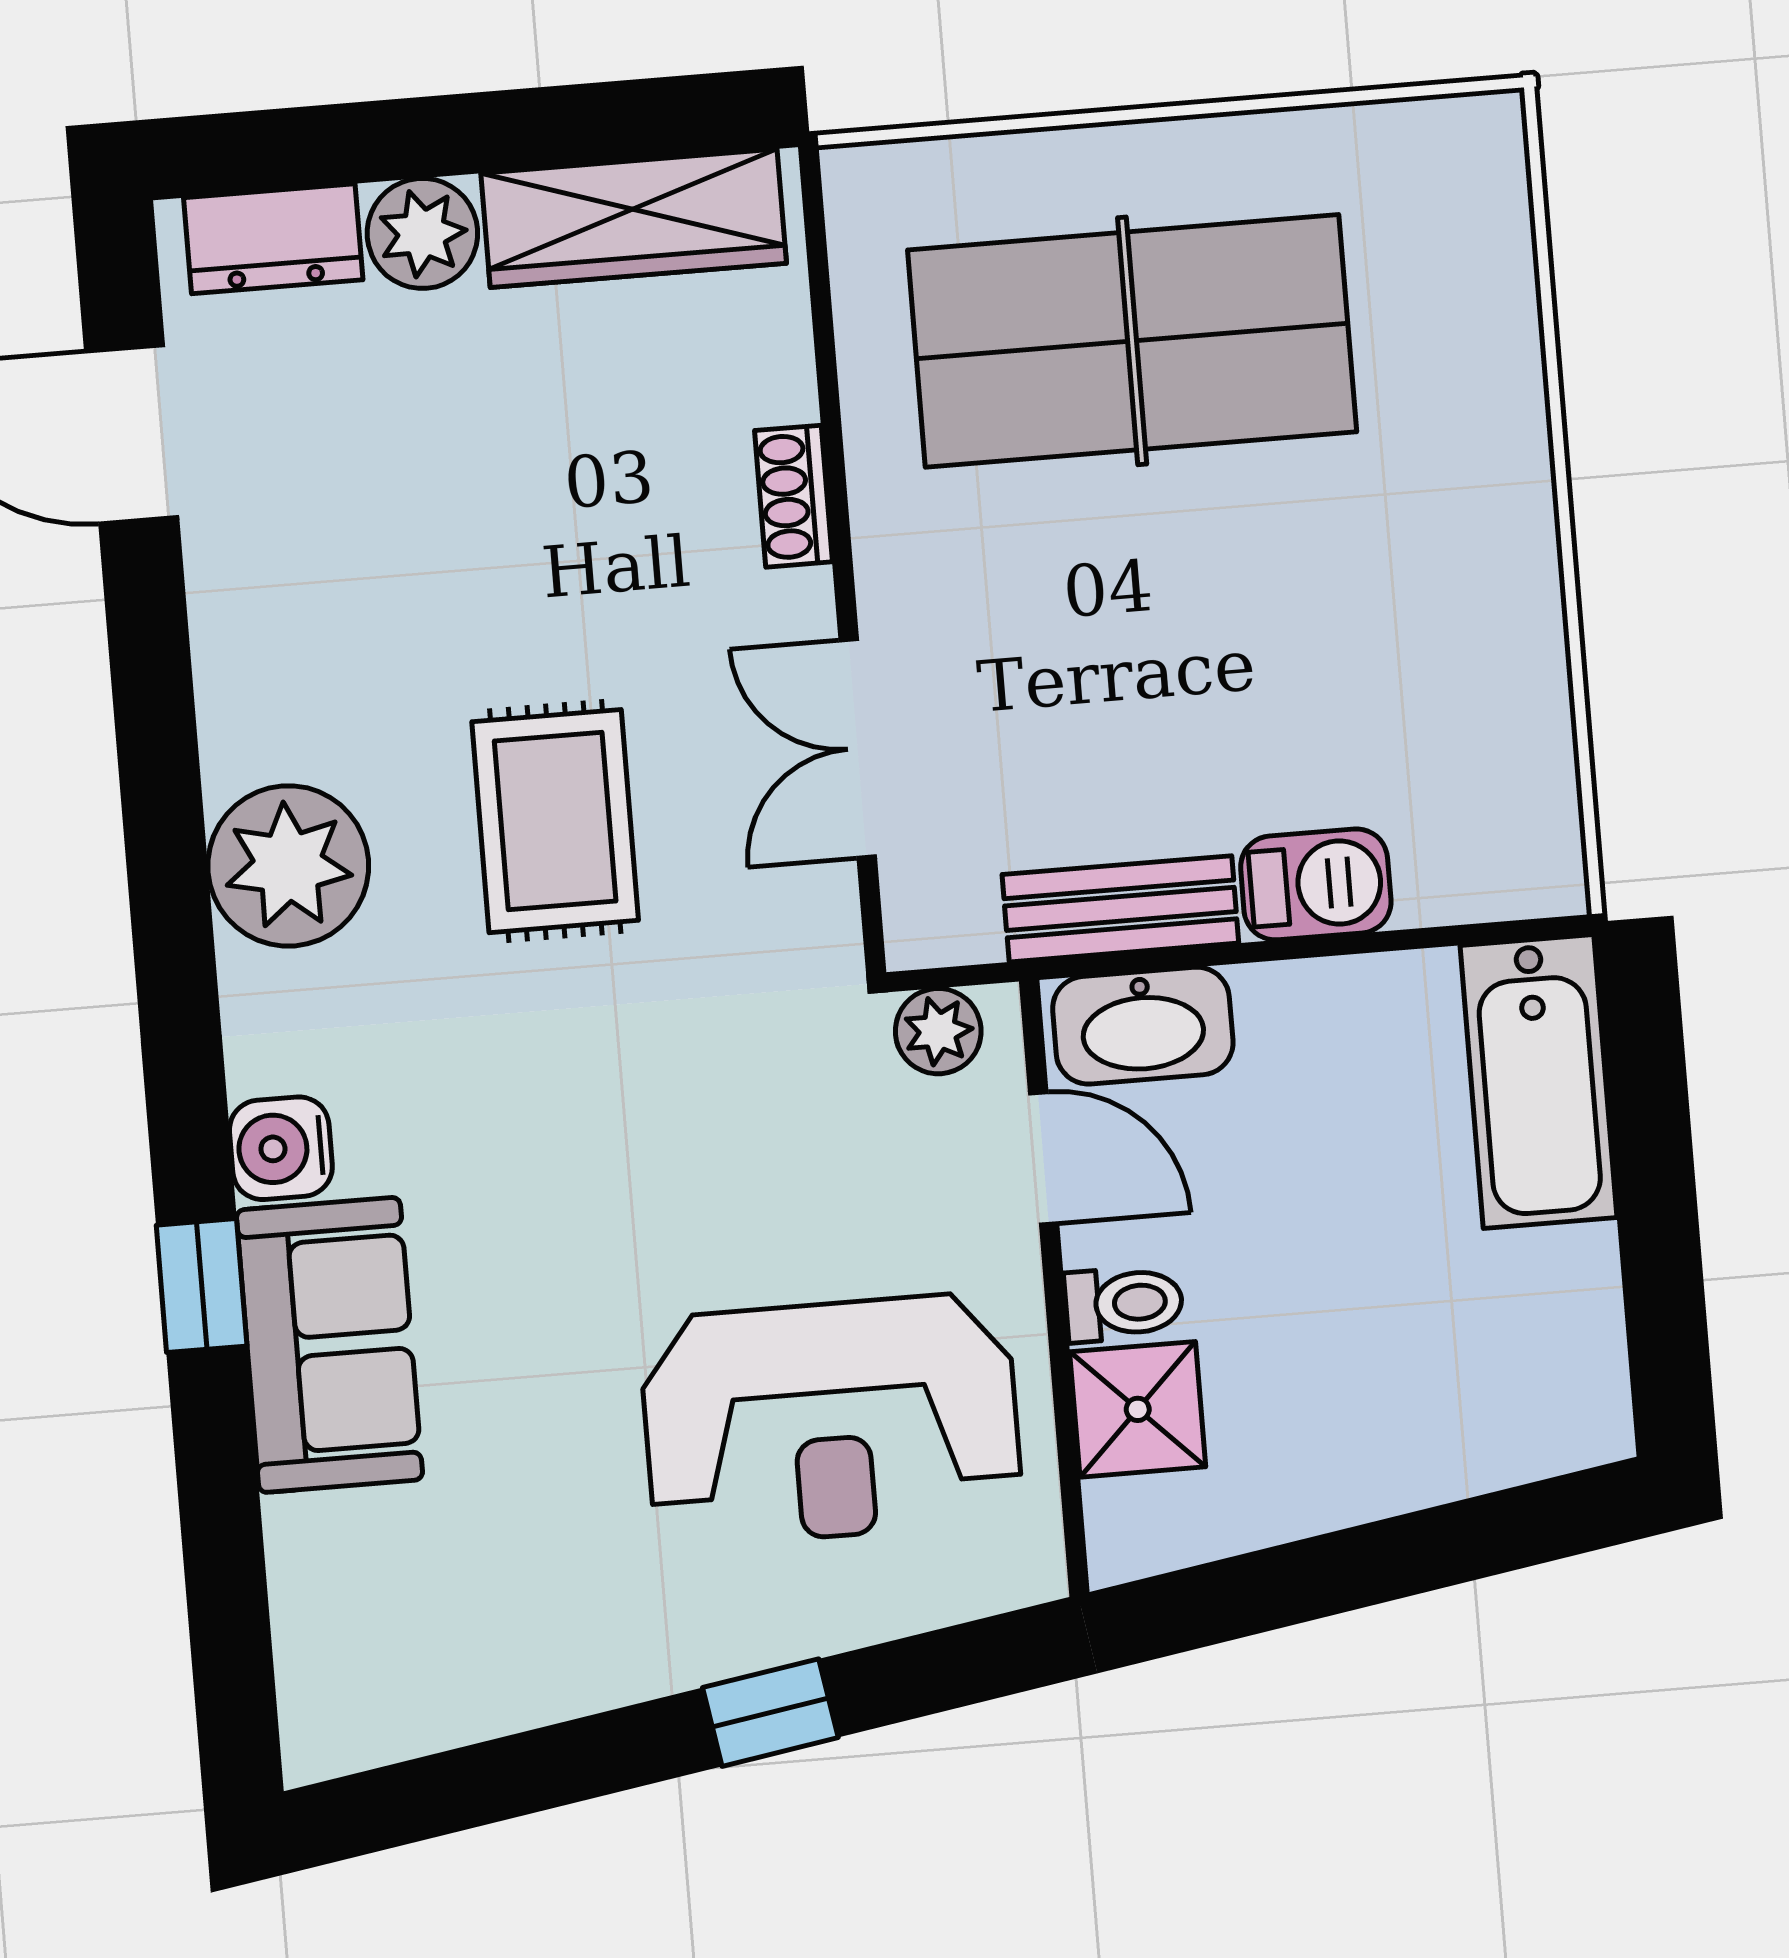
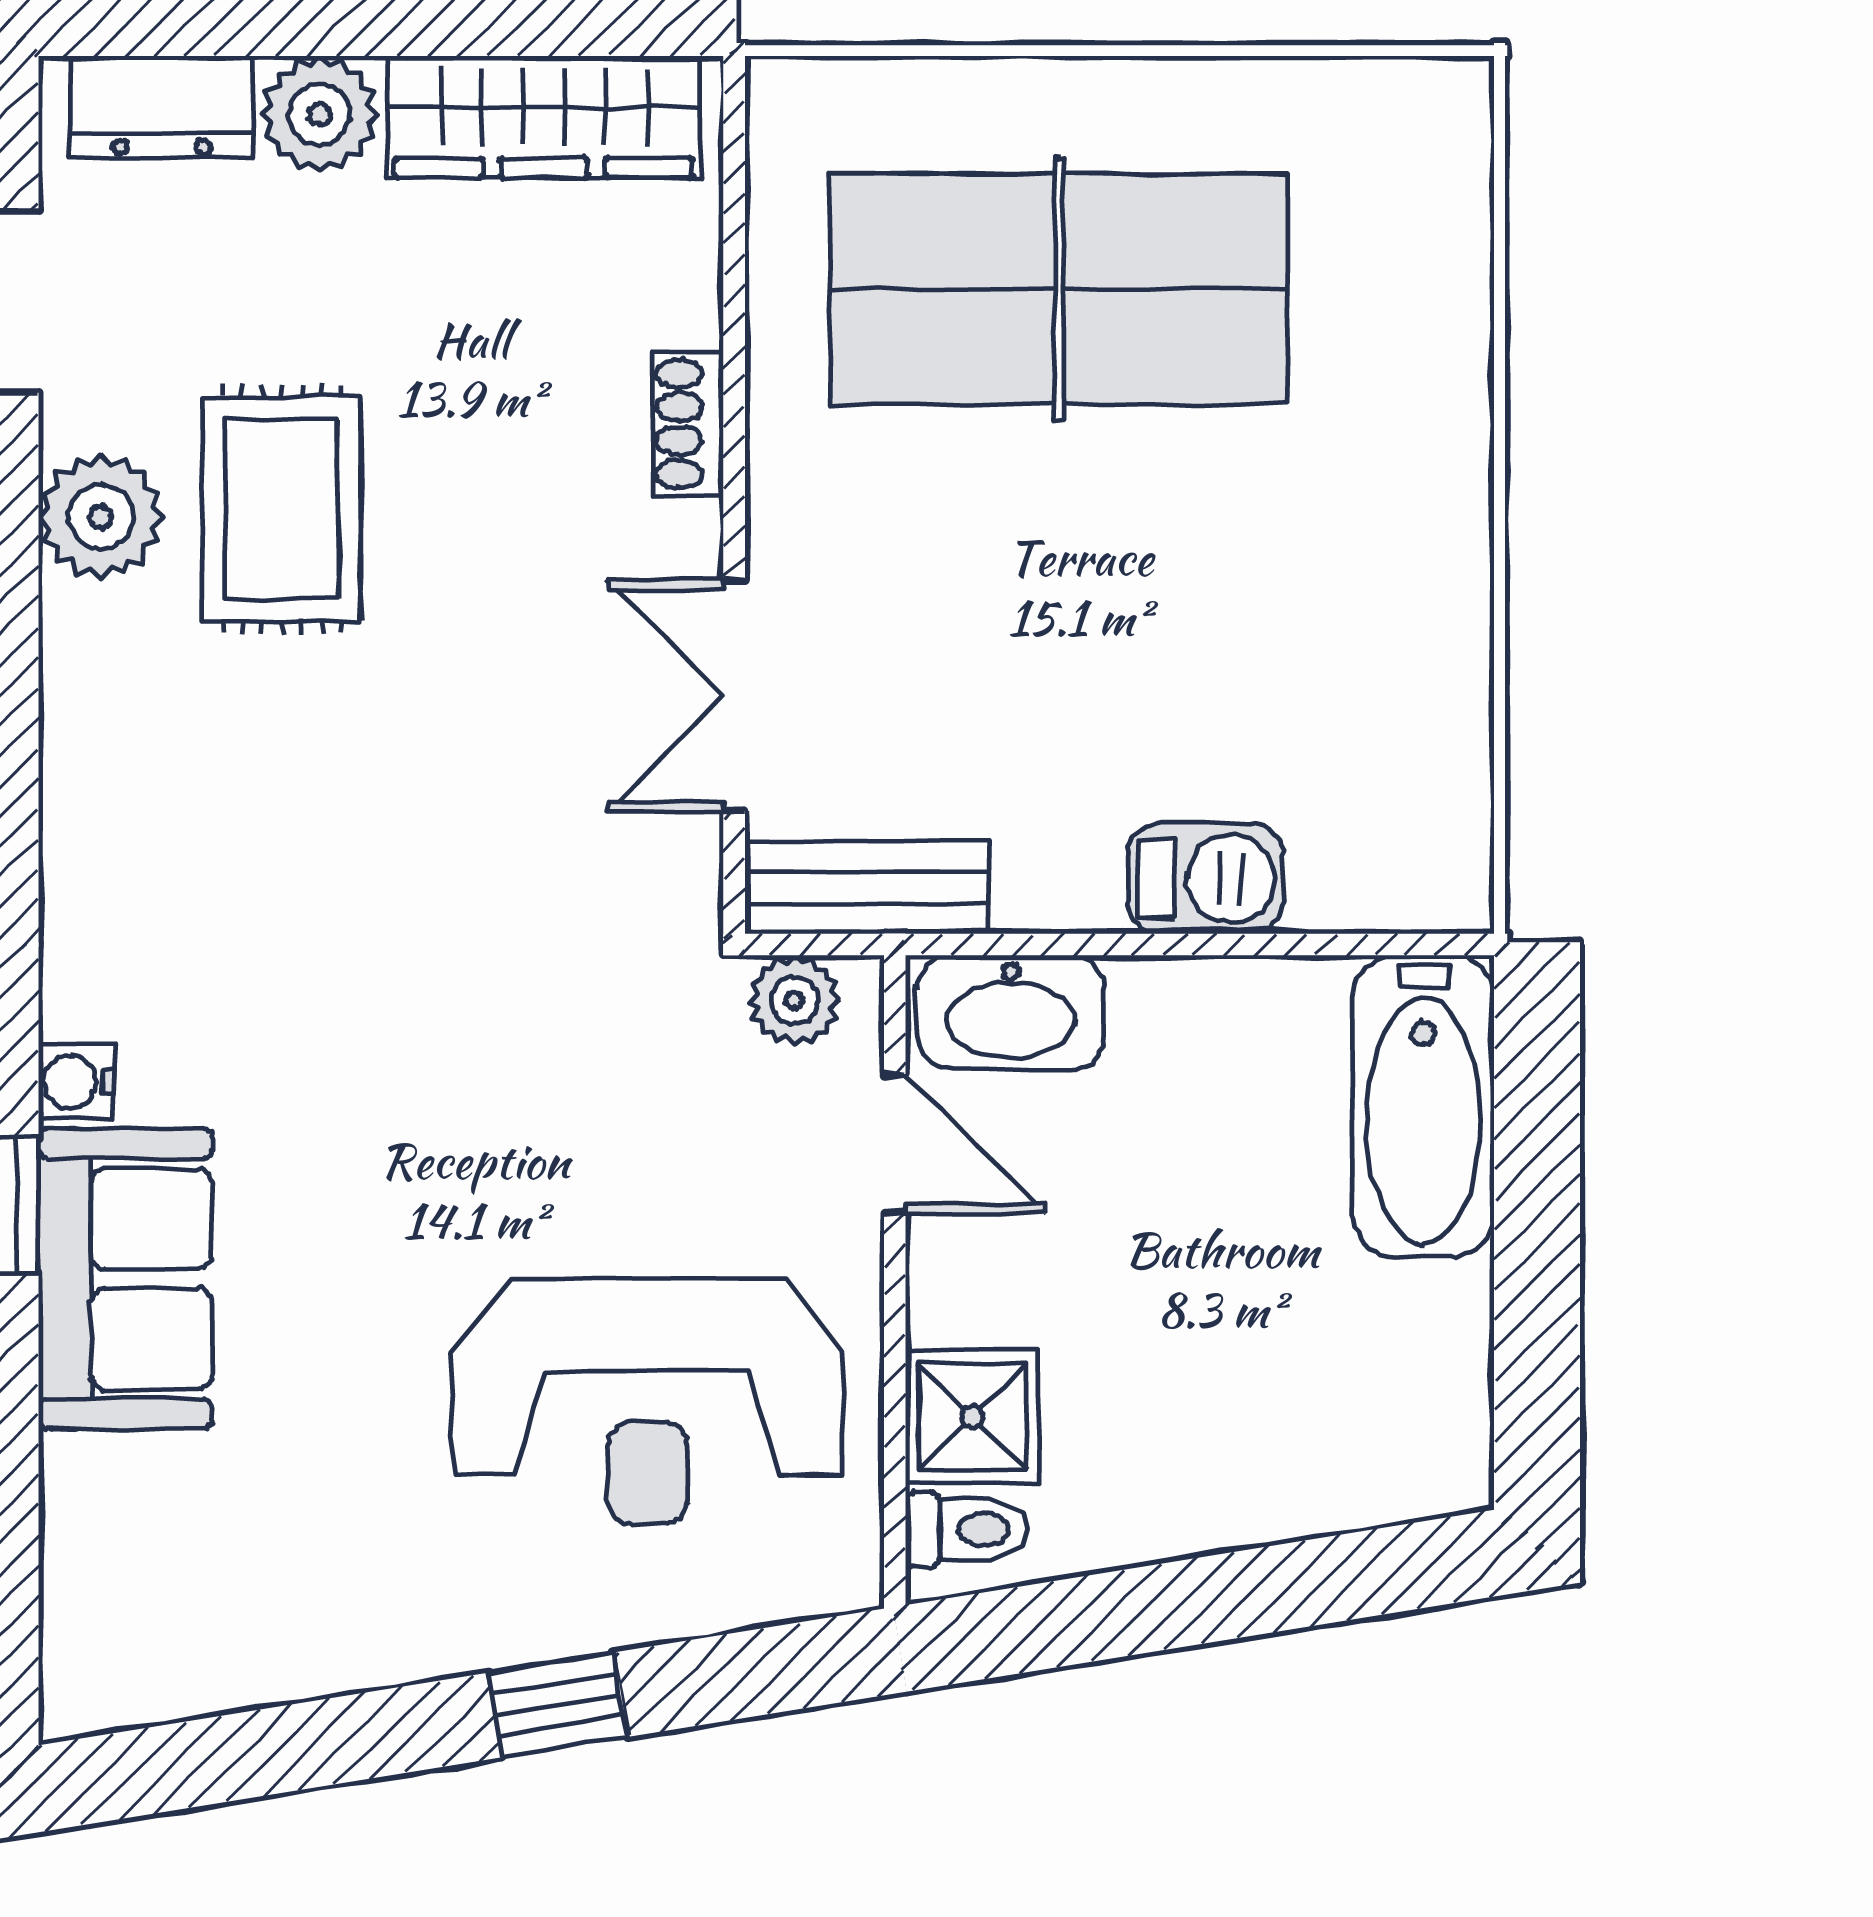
rug: (555, 821) -> (282, 509), moved
plant: (288, 866) -> (101, 517), moved, width x0.73, depth x0.73
bench: (1120, 909) -> (867, 887), moved
water cooler: (281, 1148) -> (76, 1082), width x0.72, depth x0.72
toilet: (1124, 1304) -> (967, 1529), moved

